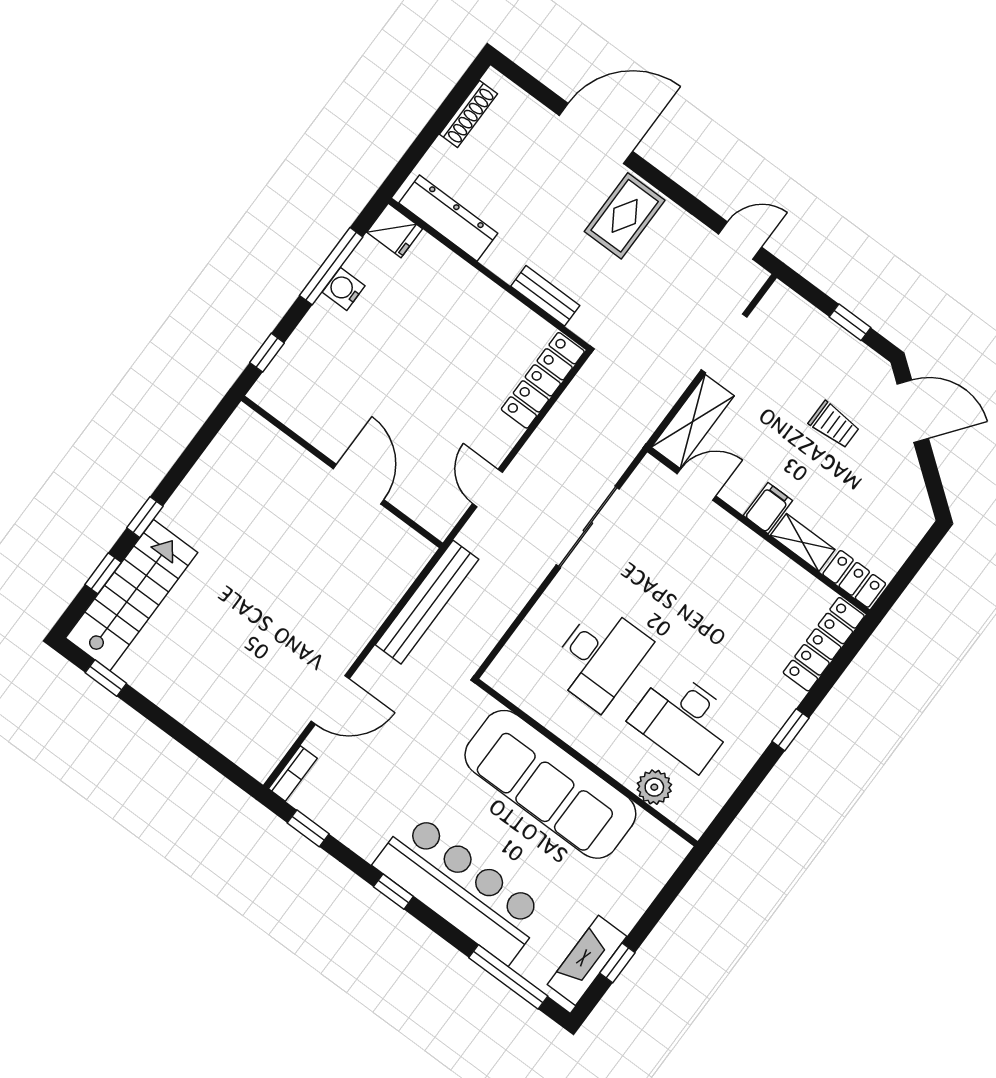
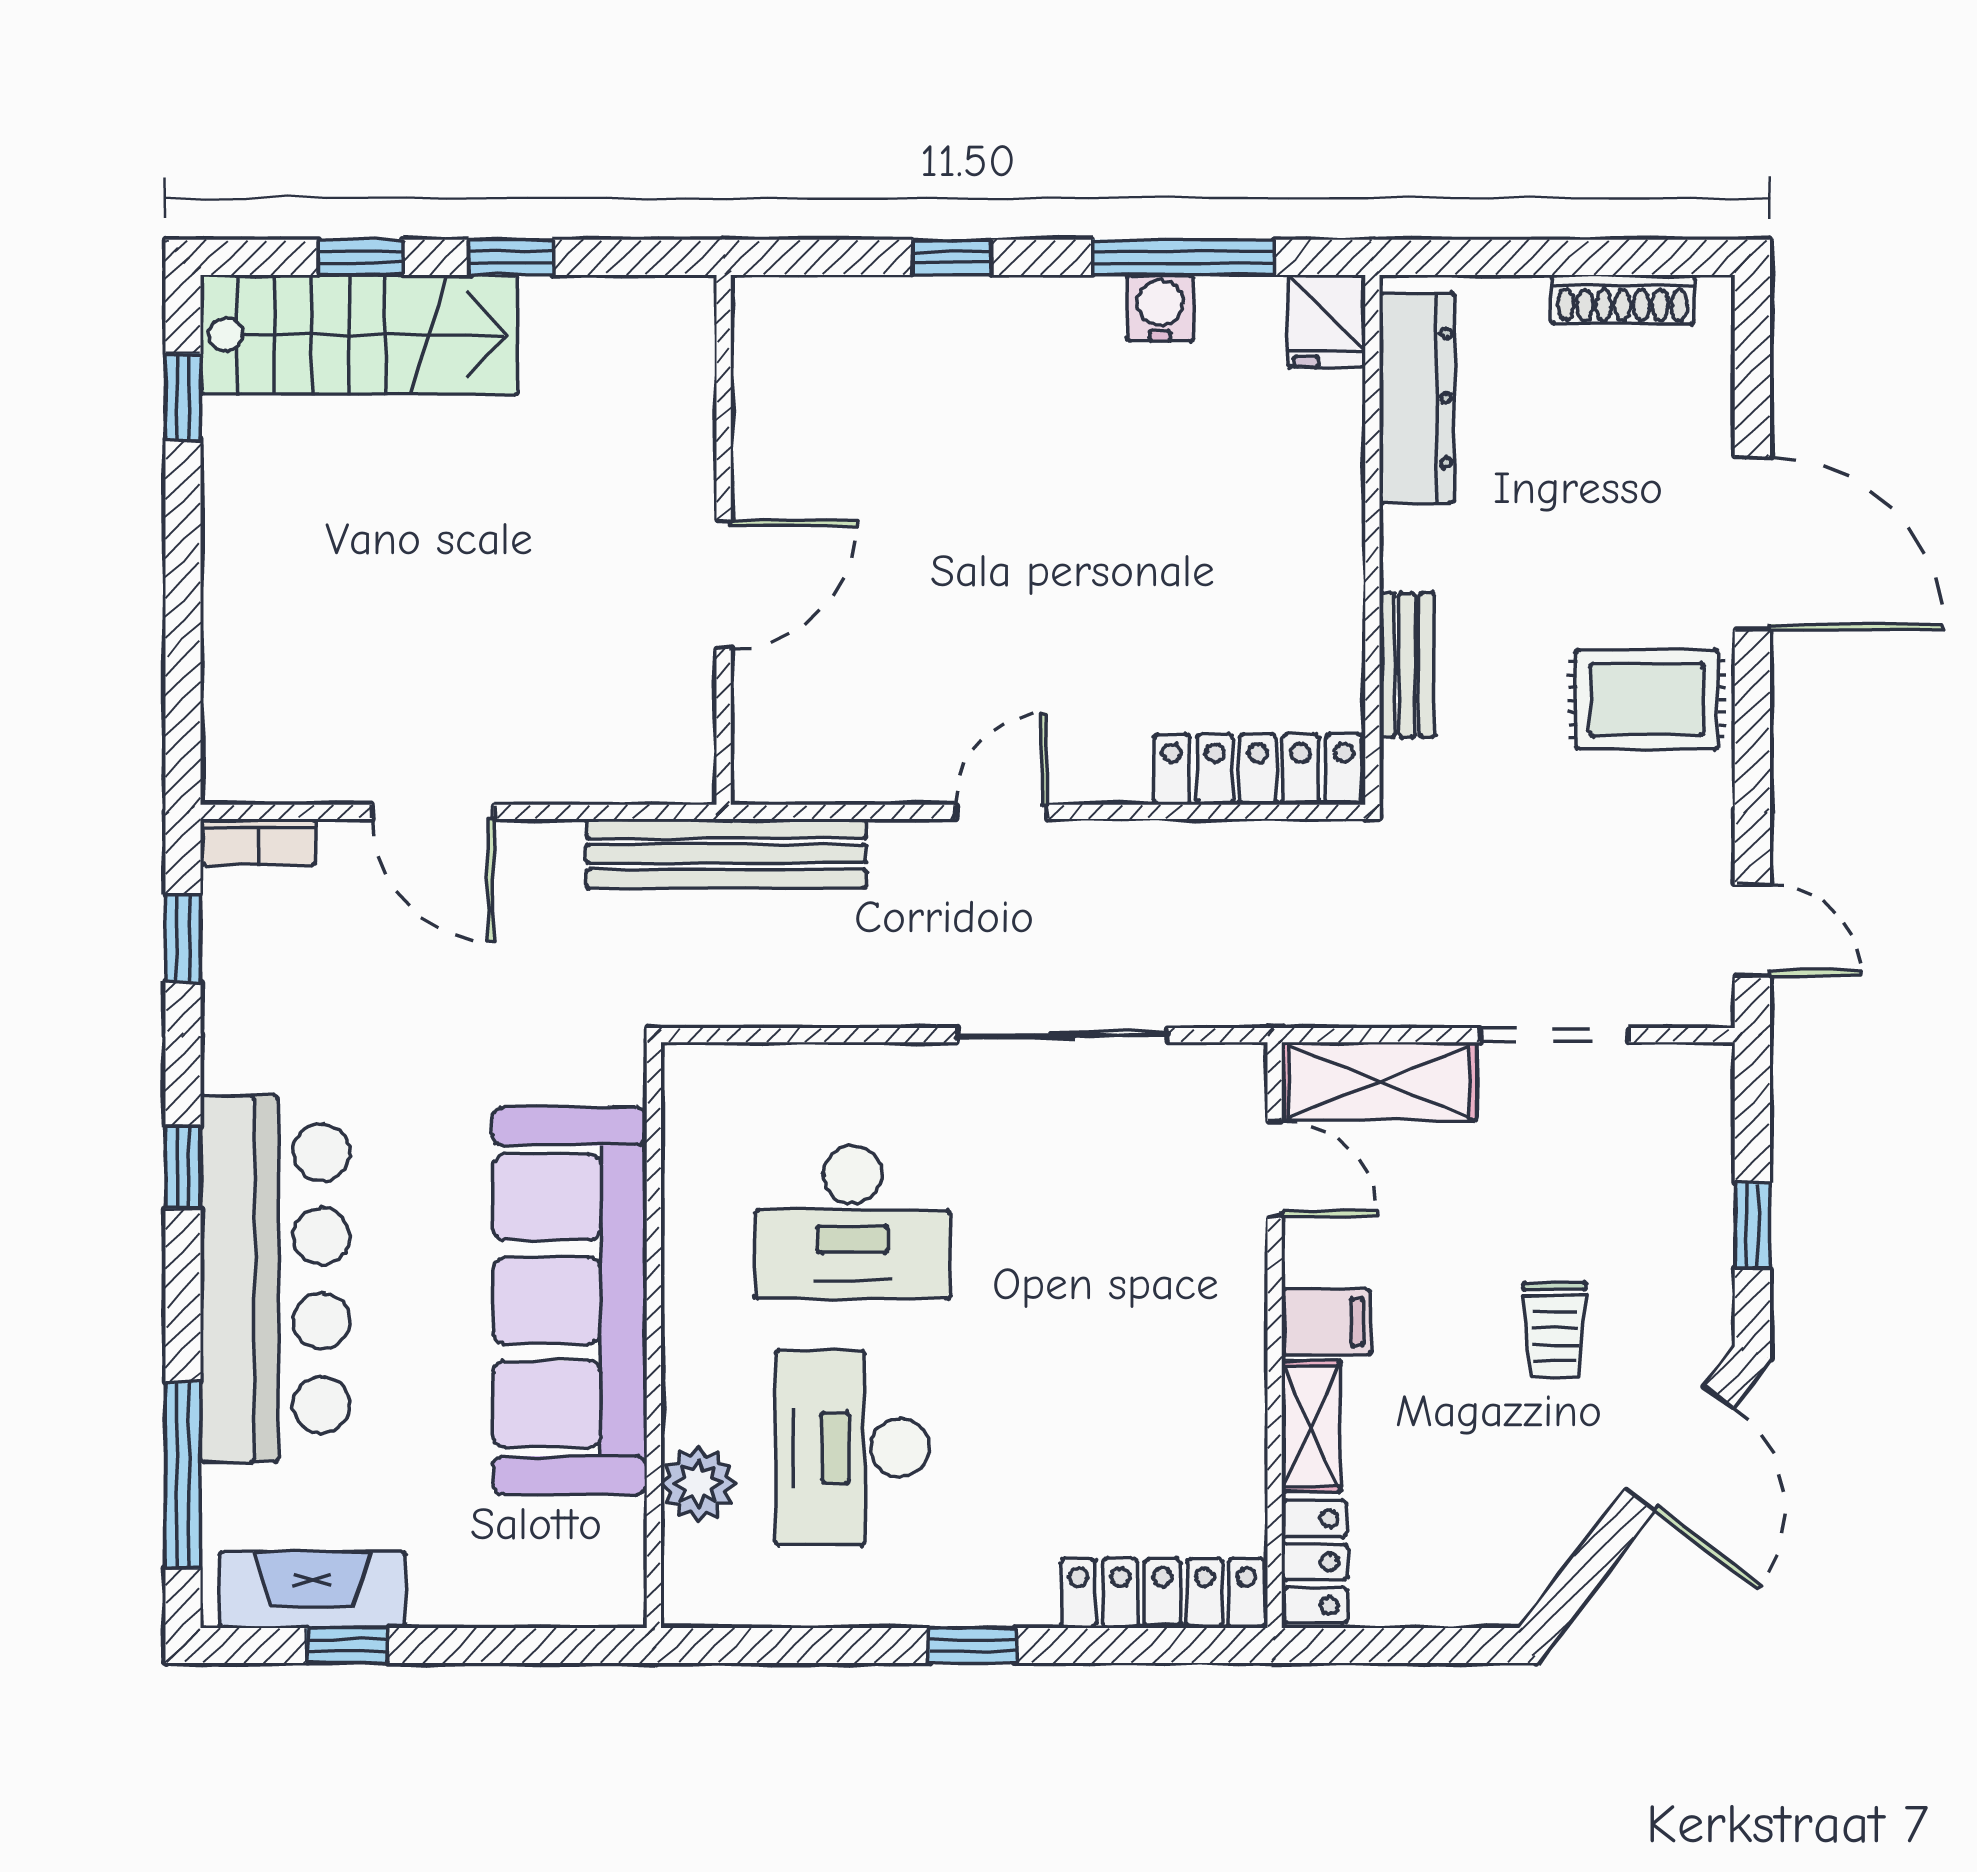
wall: (342, 472) -> (724, 540), moved
door: (358, 484) -> (724, 584), moved

